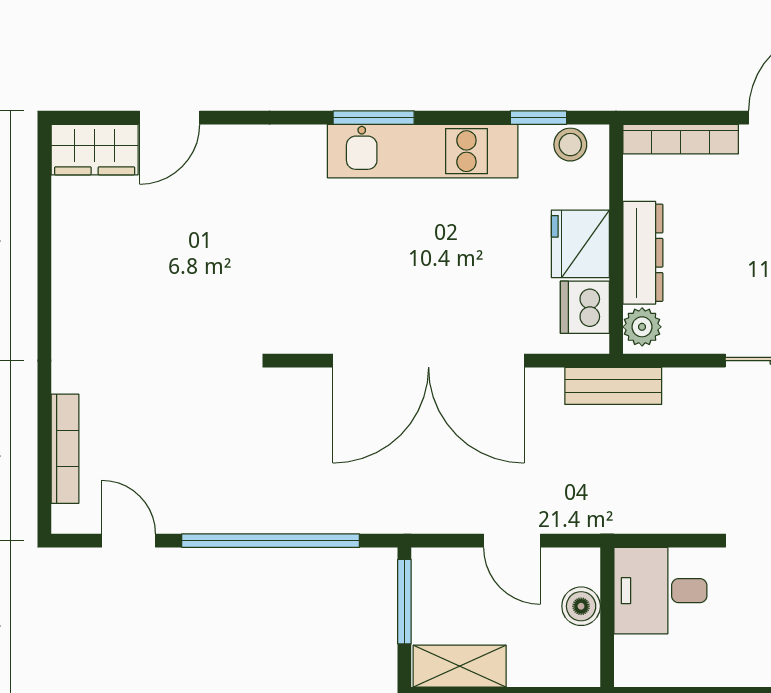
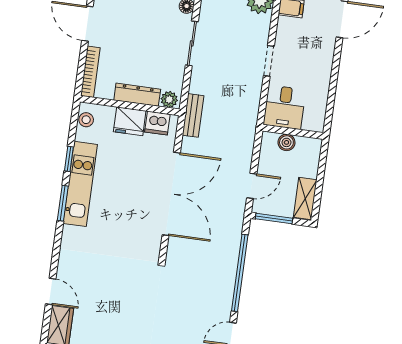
window: (538, 118) -> (69, 159), moved
door: (512, 541) -> (252, 186), moved

